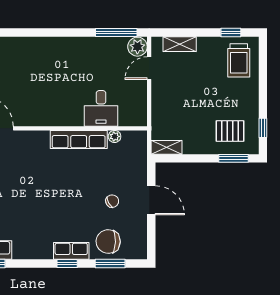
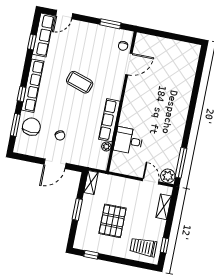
pallet: (230, 131) -> (113, 221), moved, width x1.50, depth x1.42
window: (233, 158) -> (77, 209), moved
coffee table: (36, 189) -> (80, 82), added
row of seats: (71, 251) -> (33, 86), width x2.02

